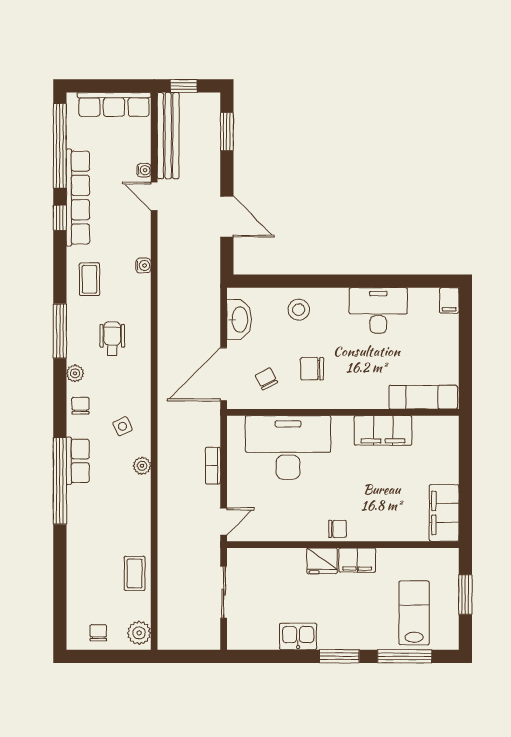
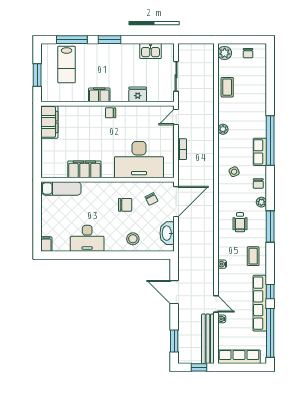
plant: (142, 466) -> (223, 129), moved
fridge: (322, 561) -> (138, 94), moved
kitchen sink: (298, 636) -> (150, 51), moved

